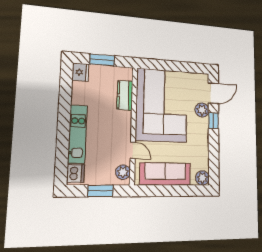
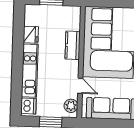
fridge: (80, 72) -> (31, 35), moved
kitchen counter: (125, 95) -> (73, 45), moved

